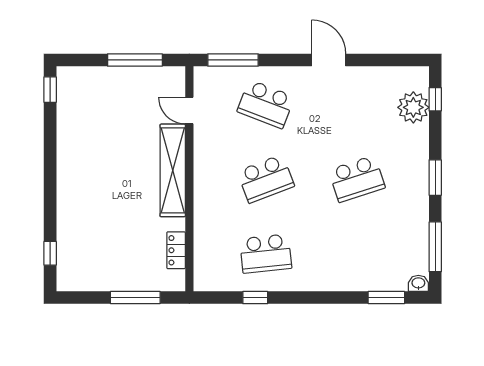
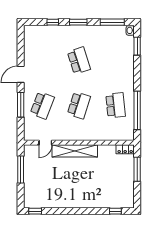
window: (233, 60) -> (21, 105), moved
window: (435, 99) -> (53, 22), moved
plant: (413, 107) -> (44, 33), removed
school desk: (266, 179) -> (79, 105), turned 39
locker: (176, 250) -> (125, 149), moved
window: (255, 298) -> (137, 110), width x3.17

